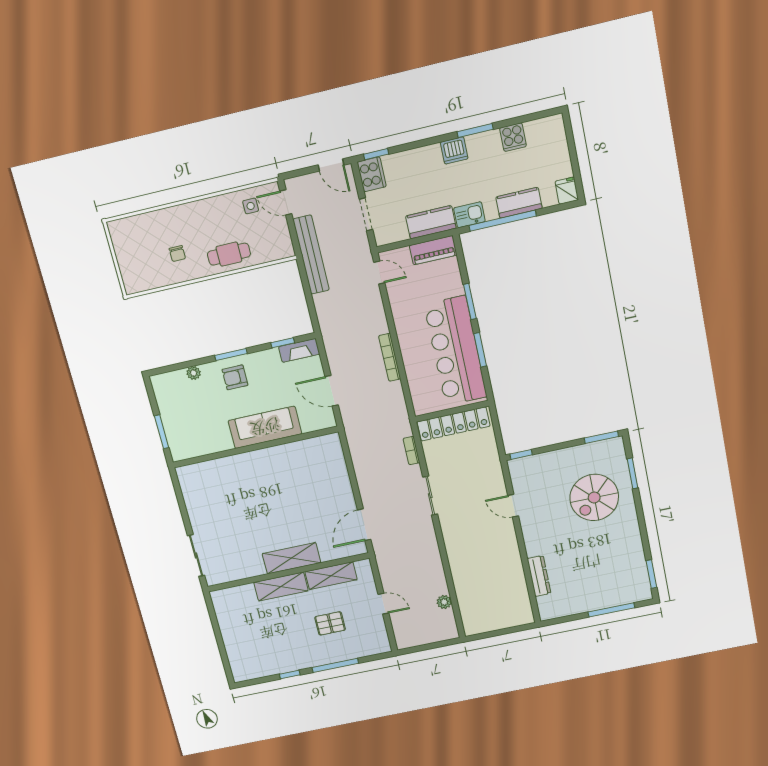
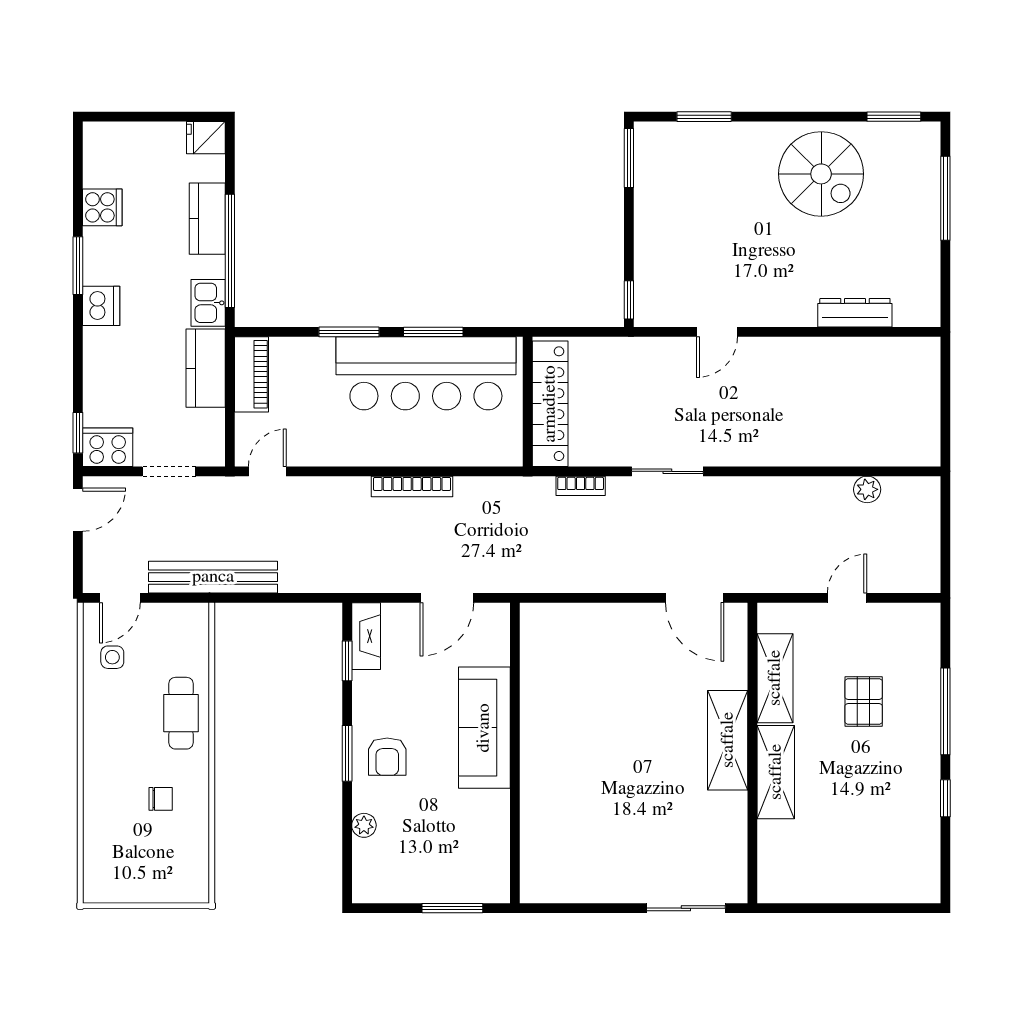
spiral stairs: (594, 498) -> (821, 174), moved

